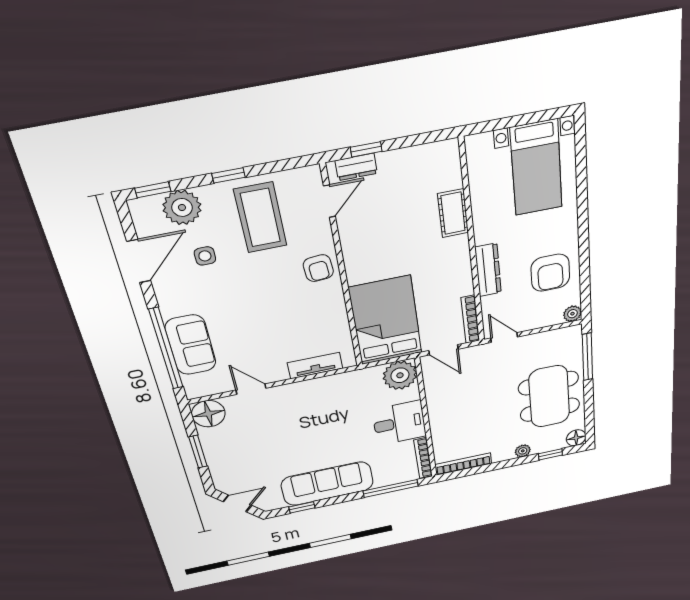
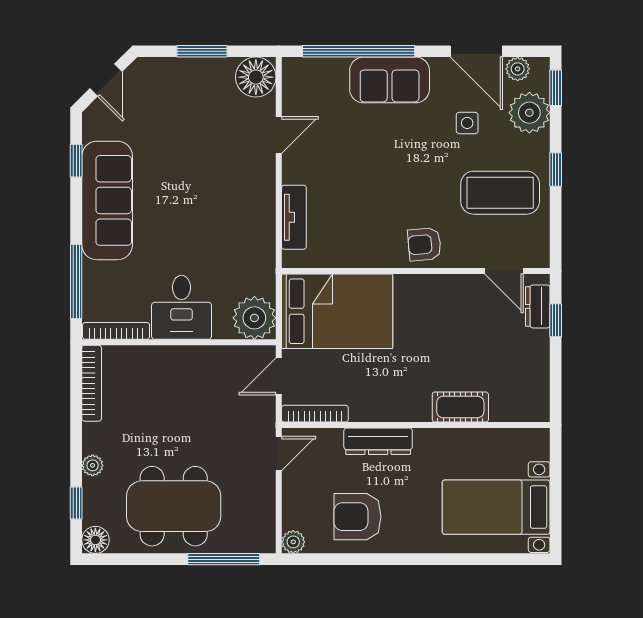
plant: (145, 225) -> (518, 69), added
sofa: (191, 345) -> (390, 80), moved

